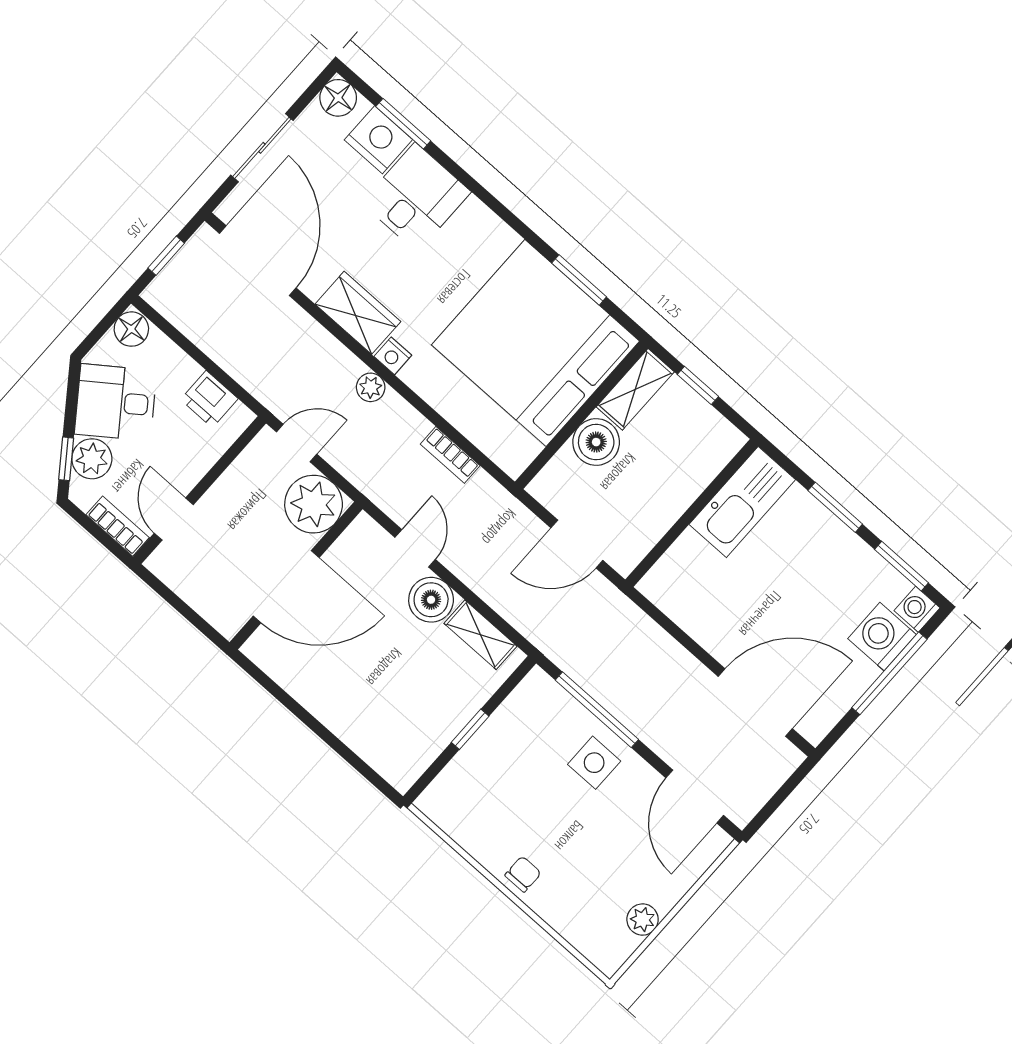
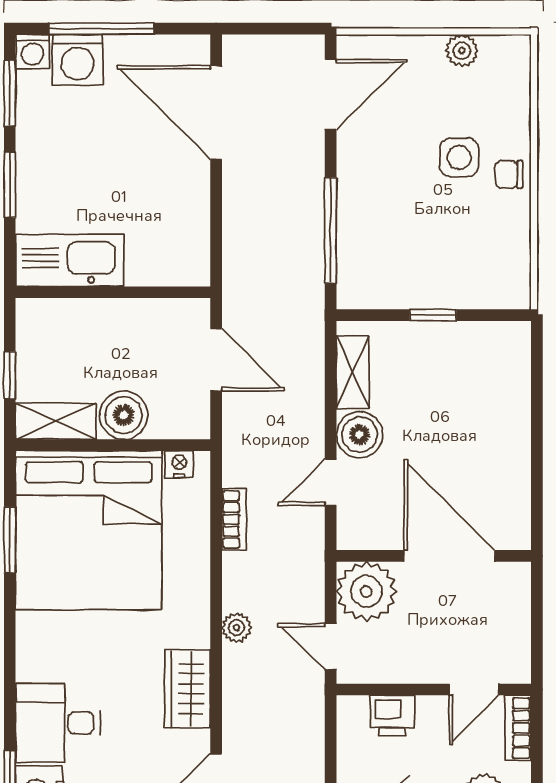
nightstand: (393, 356) -> (179, 464), moved, turned -90
printer: (209, 399) -> (392, 716), moved, turned 90
side table: (594, 763) -> (459, 157), moved

